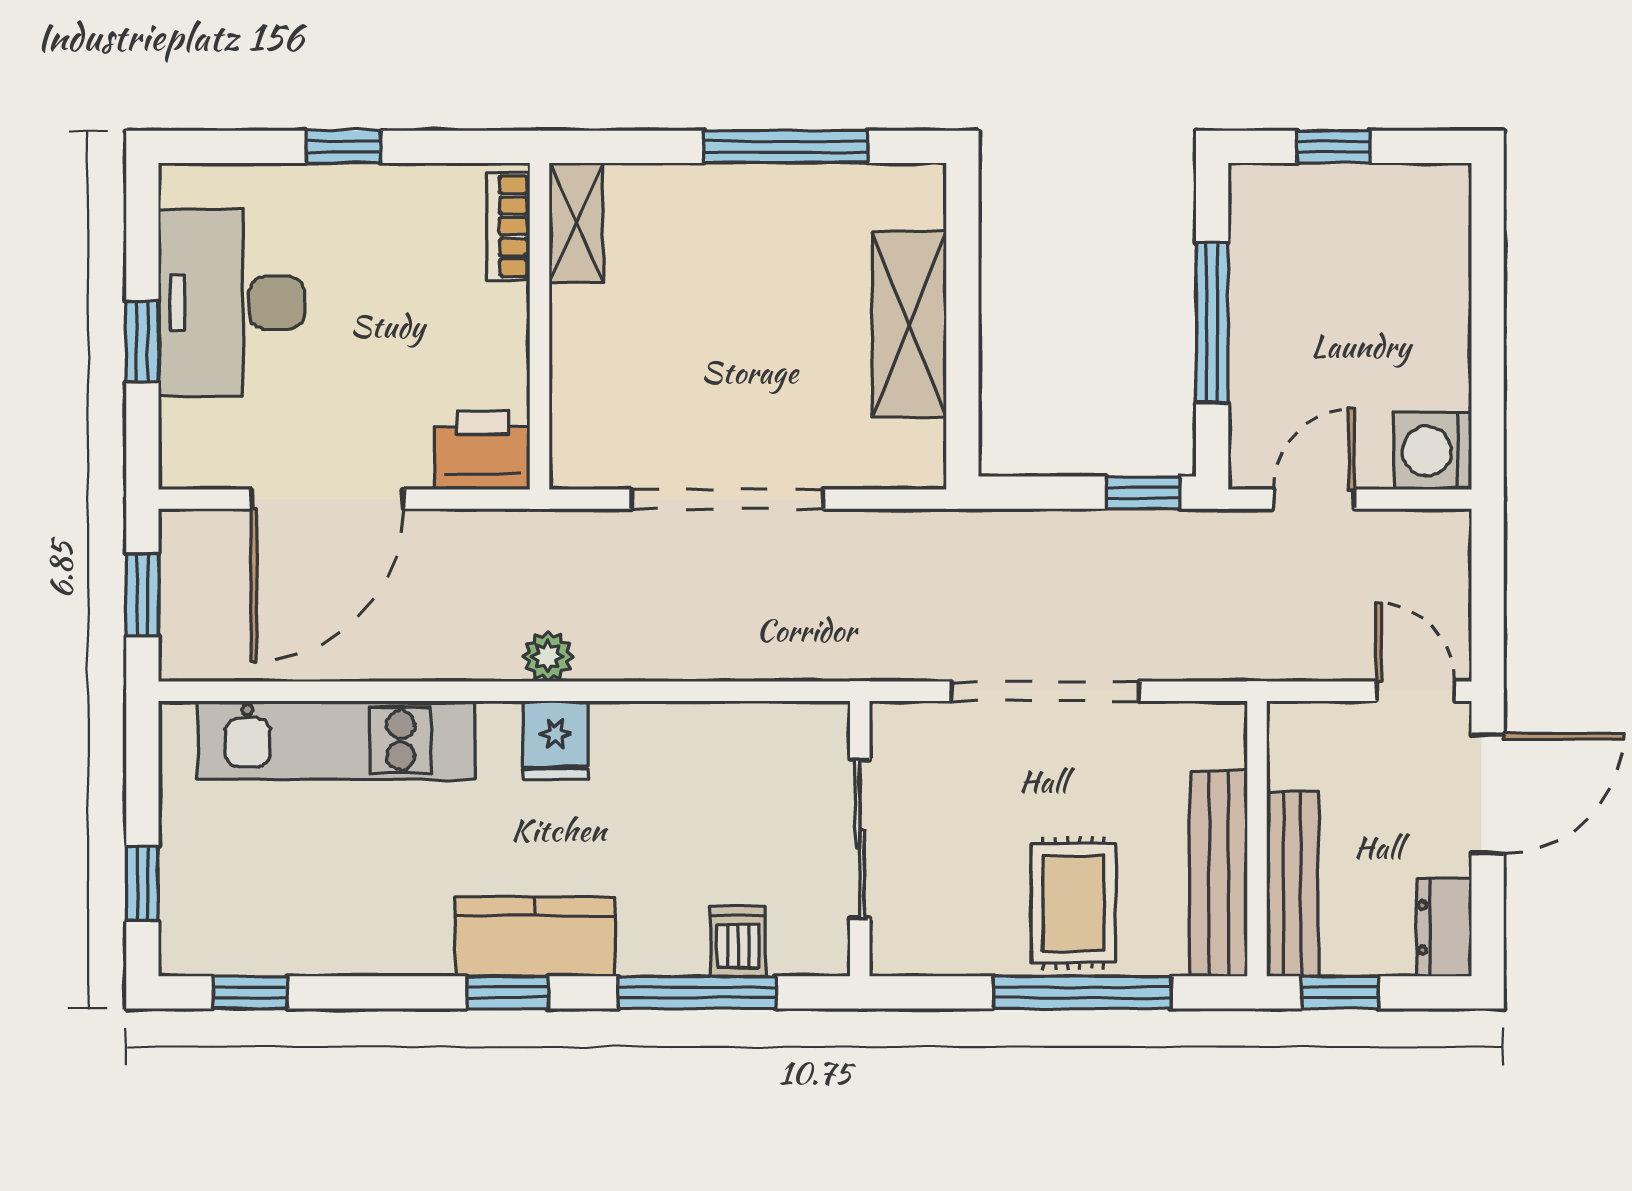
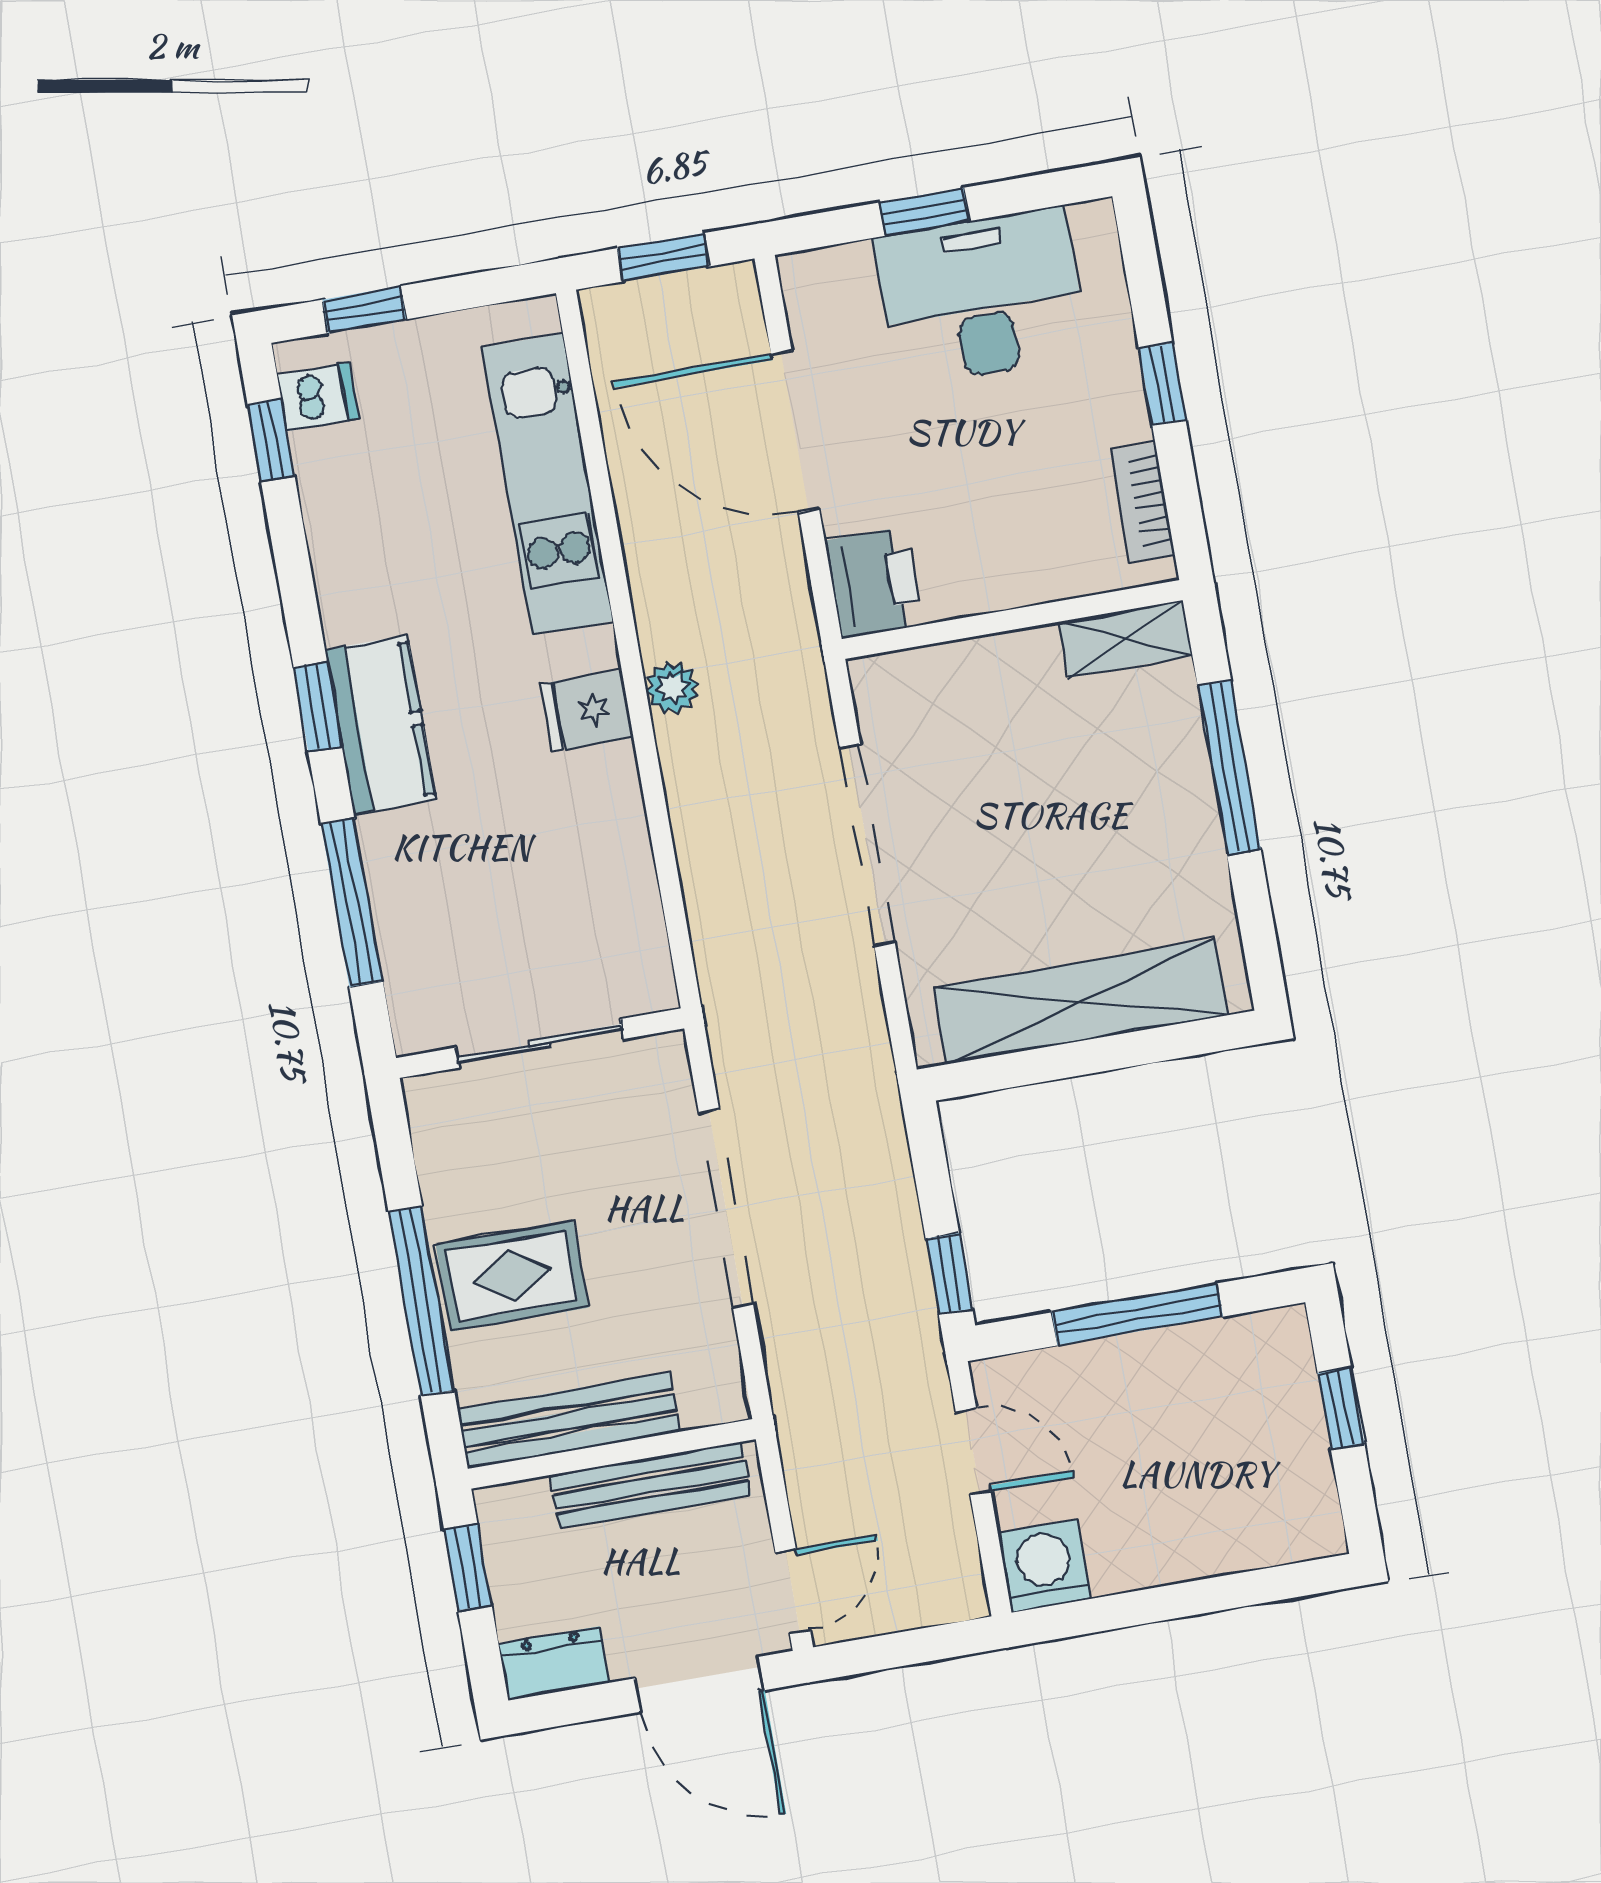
window: (786, 147) -> (1229, 767), moved
bookcase: (508, 226) -> (1143, 502), moved, turned -90
shelving: (909, 324) -> (1081, 1001), width x1.47
bench: (1292, 884) -> (650, 1485), moved
dishwasher: (738, 941) -> (318, 397), moved

